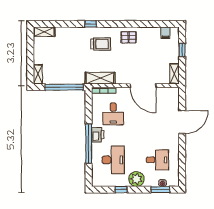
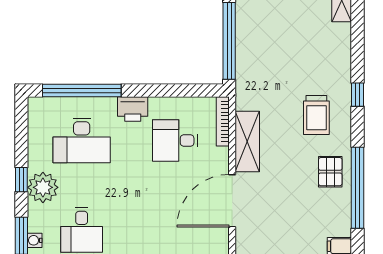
window: (137, 24) -> (357, 188), added
shelving: (100, 78) -> (247, 141), moved
window: (89, 144) -> (82, 91), moved
window: (121, 190) -> (21, 180), moved

